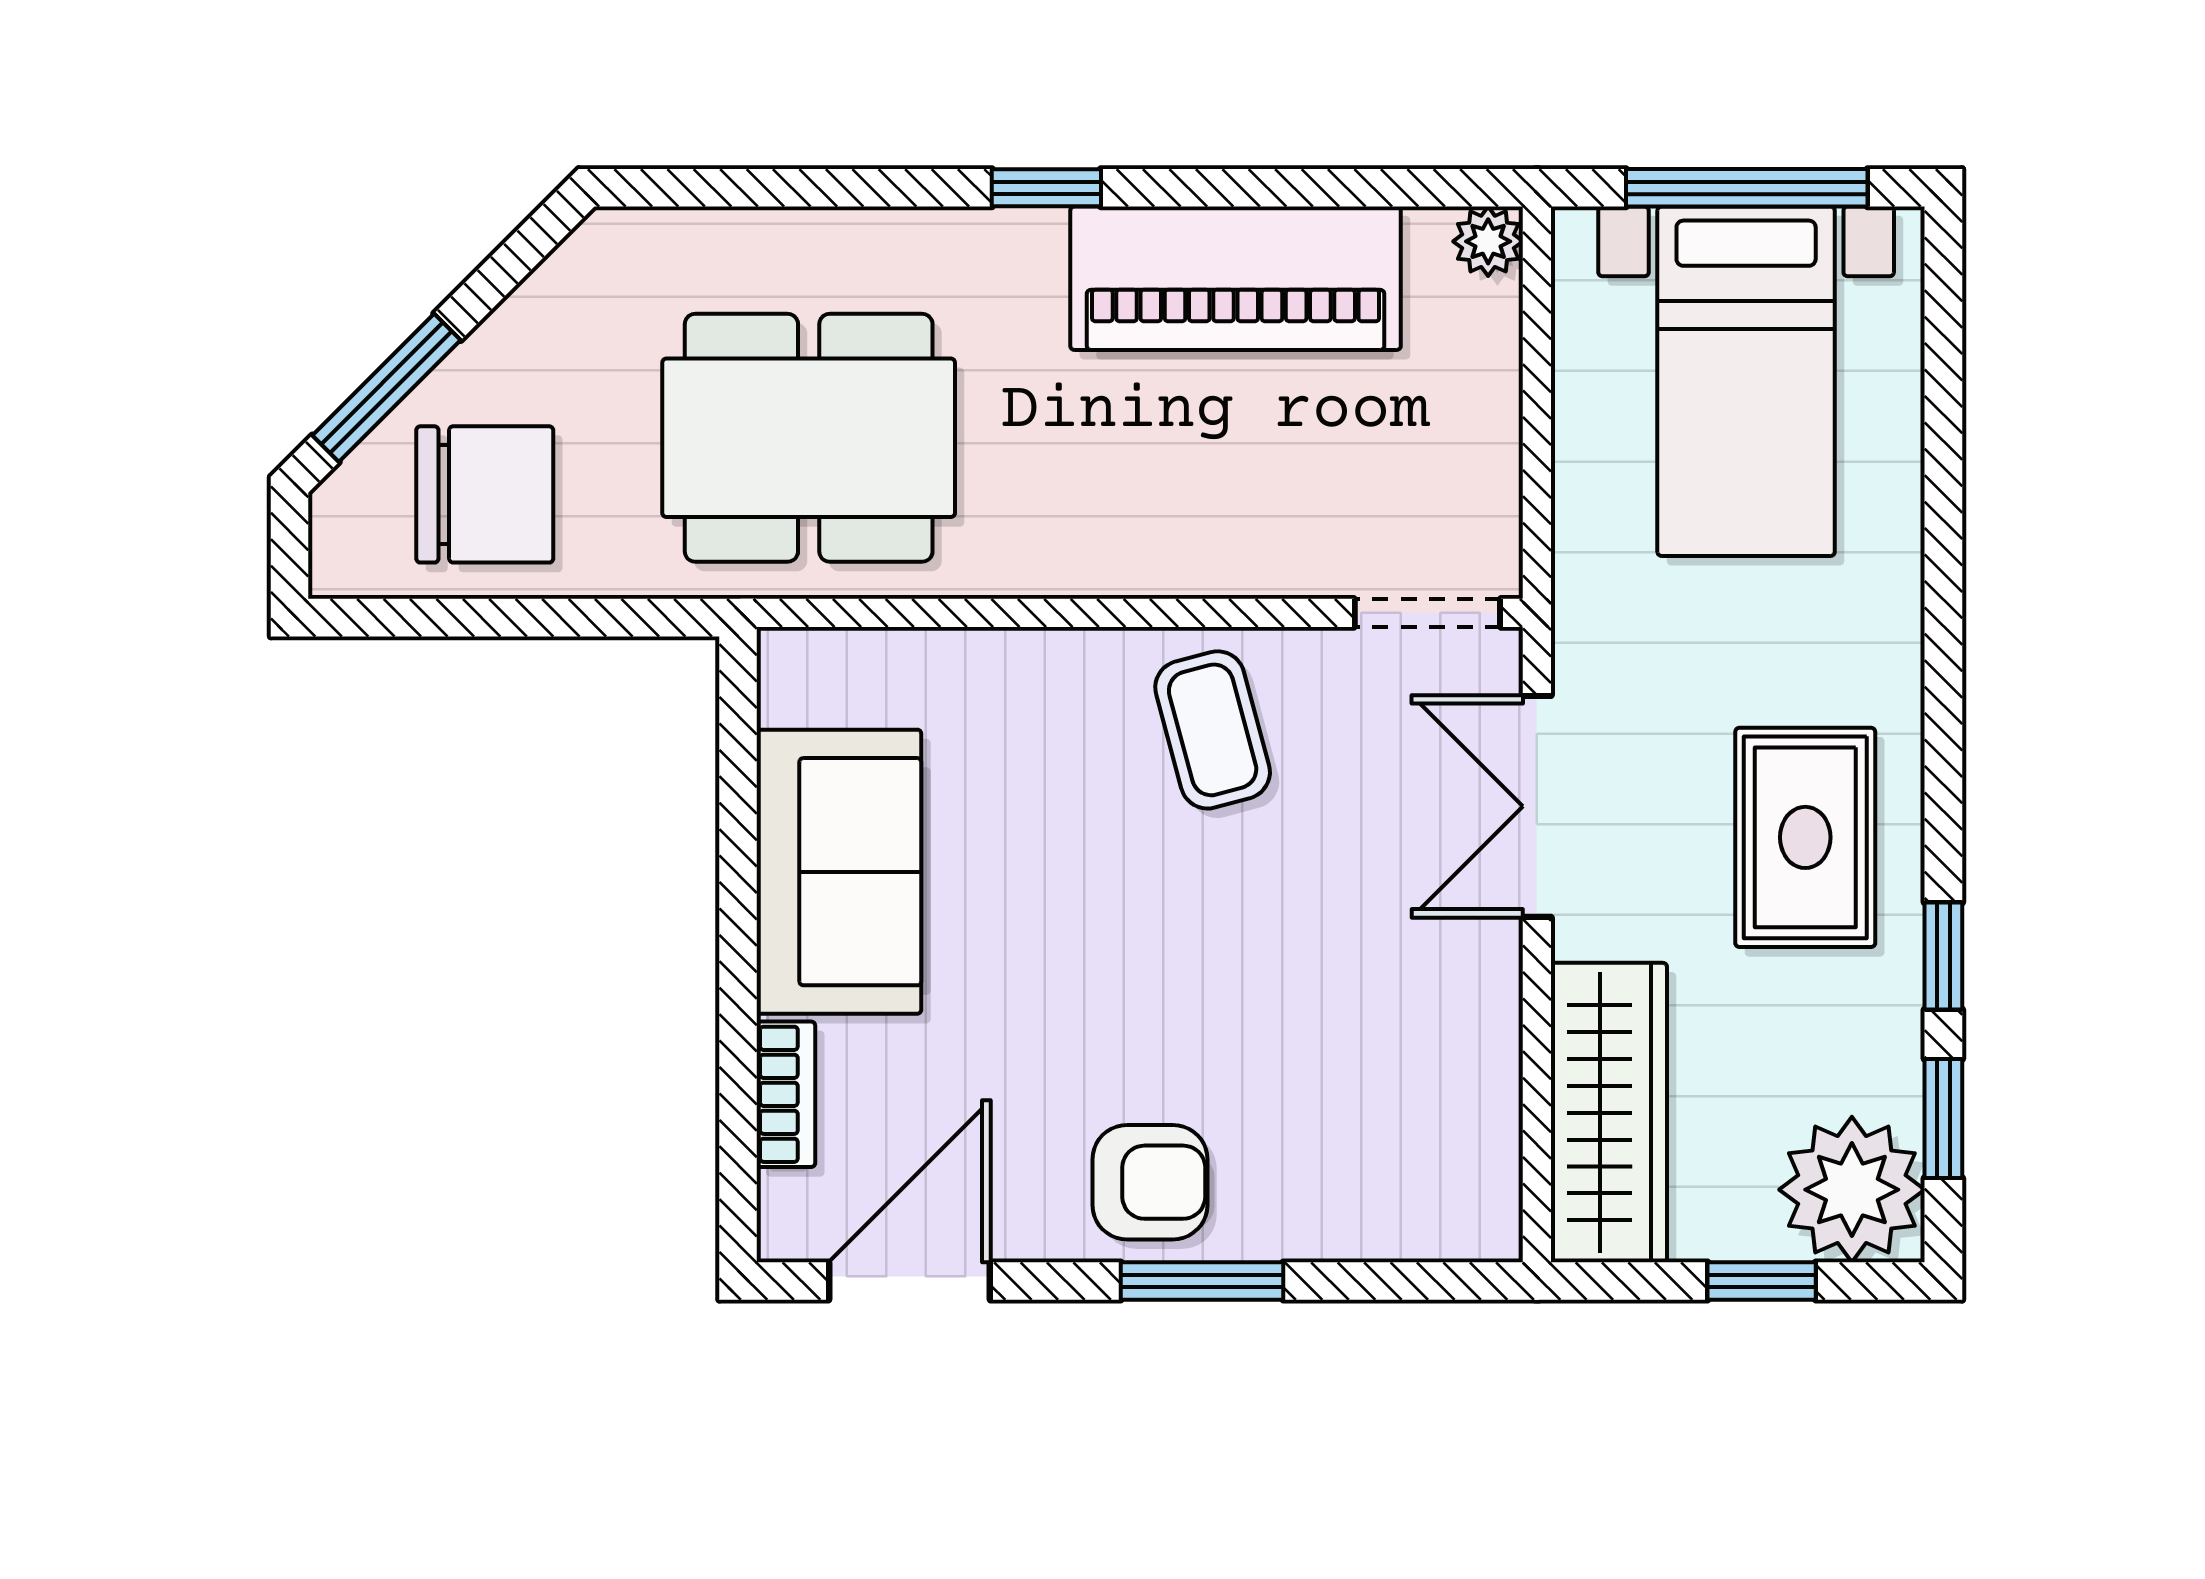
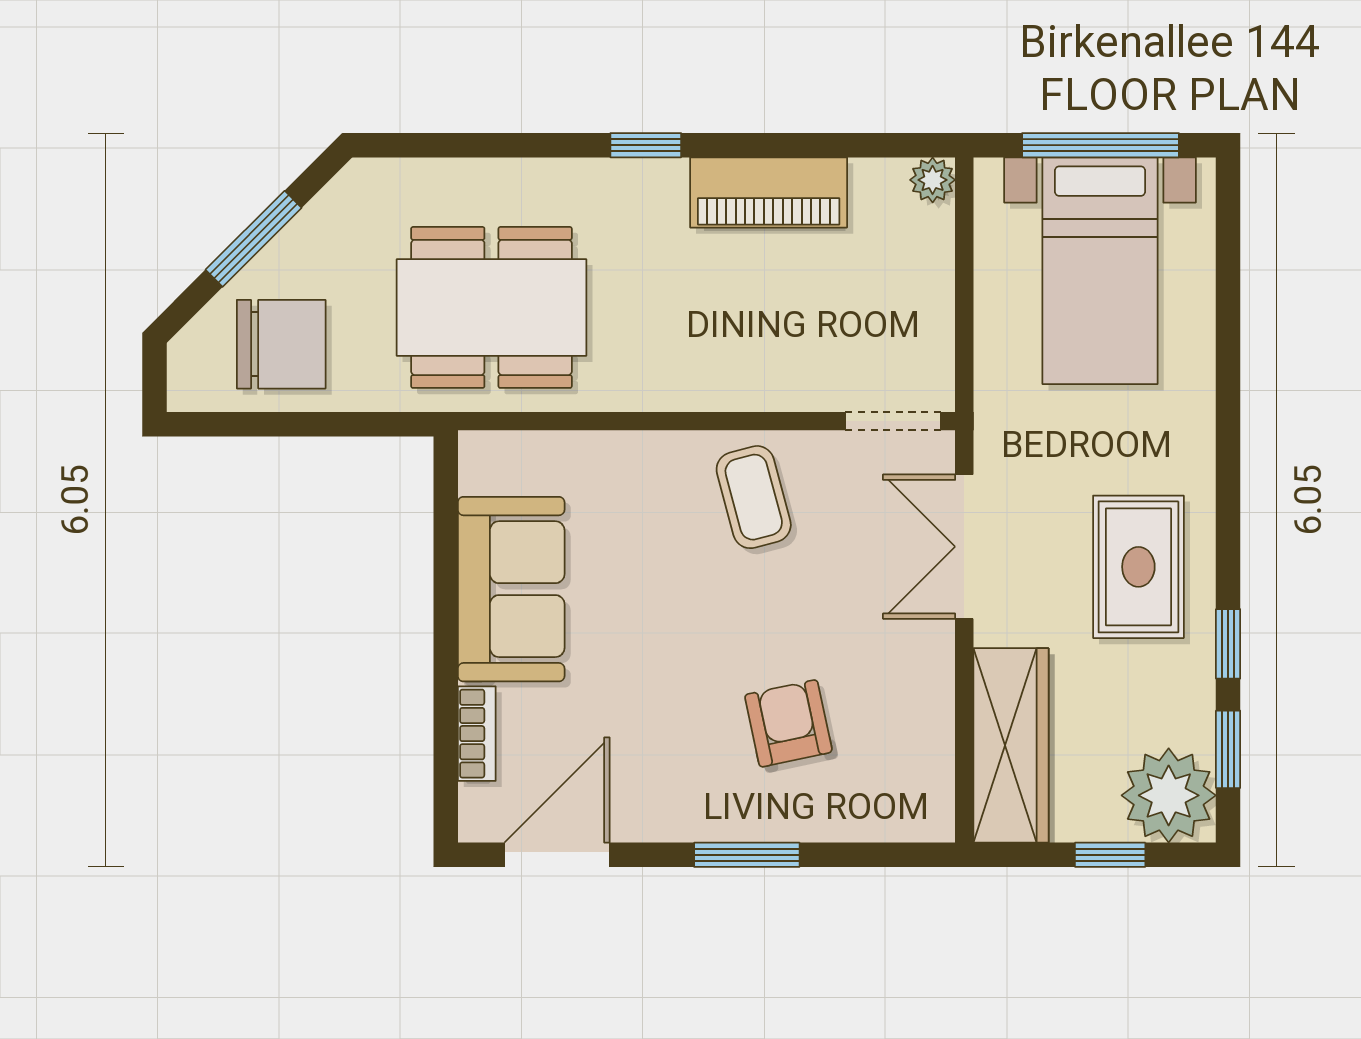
piano: (1236, 278) -> (769, 192), width x0.73, depth x0.75
window: (386, 388) -> (254, 239), moved
armchair: (1150, 1182) -> (788, 723), moved, turned -102

